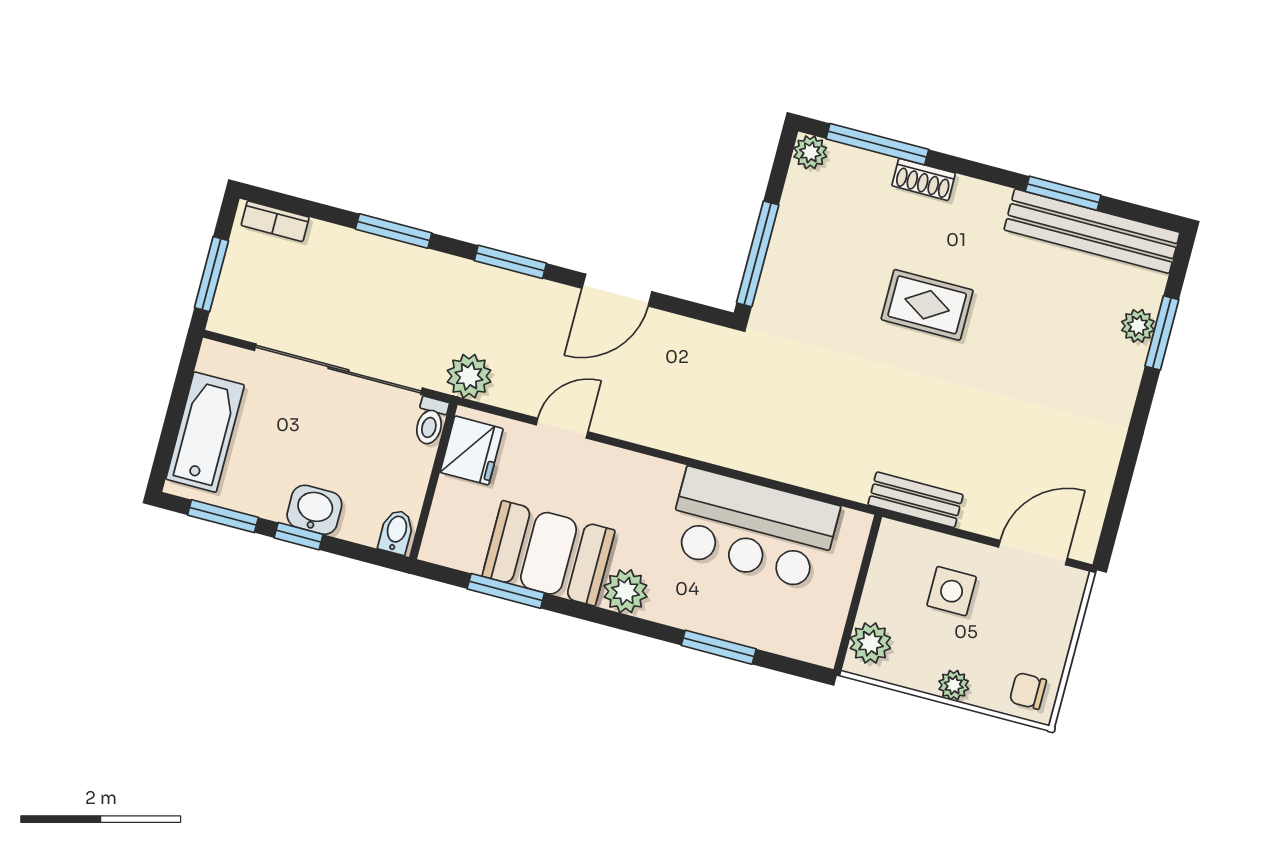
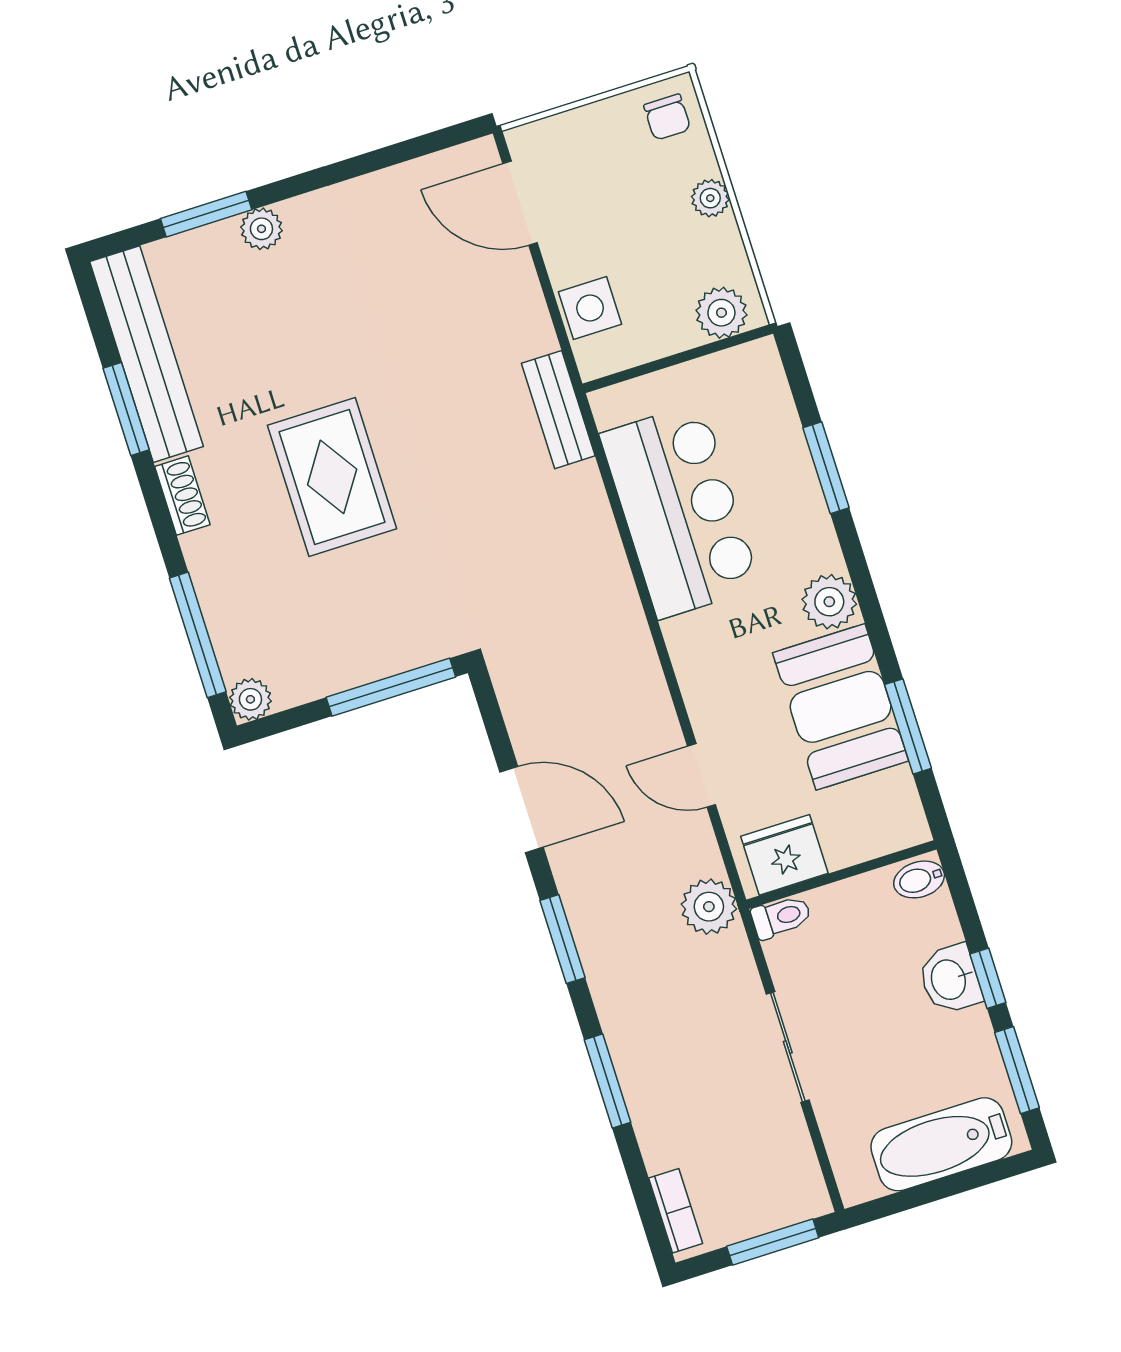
shoe rack: (924, 179) -> (182, 496), moved
rug: (927, 305) -> (332, 477), width x1.36, depth x1.43
plant: (1138, 326) -> (261, 229), moved
sliding door: (338, 369) -> (788, 1047), width x0.54
bench: (916, 500) -> (558, 410), moved
side table: (952, 591) -> (590, 308), moved

